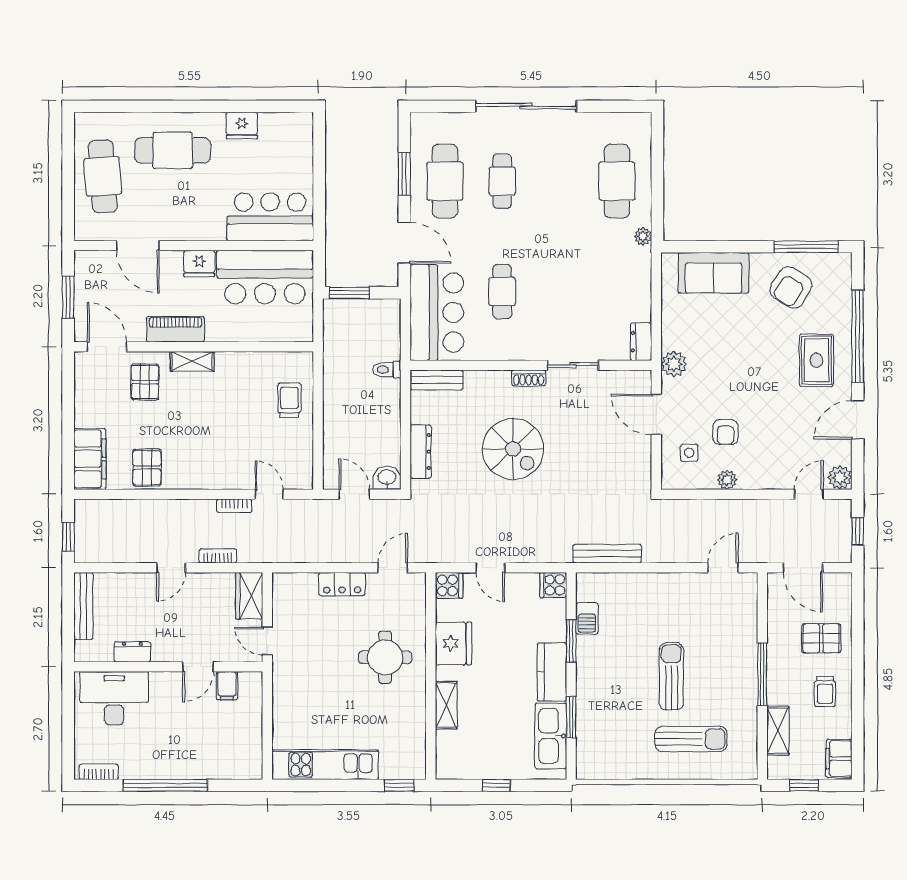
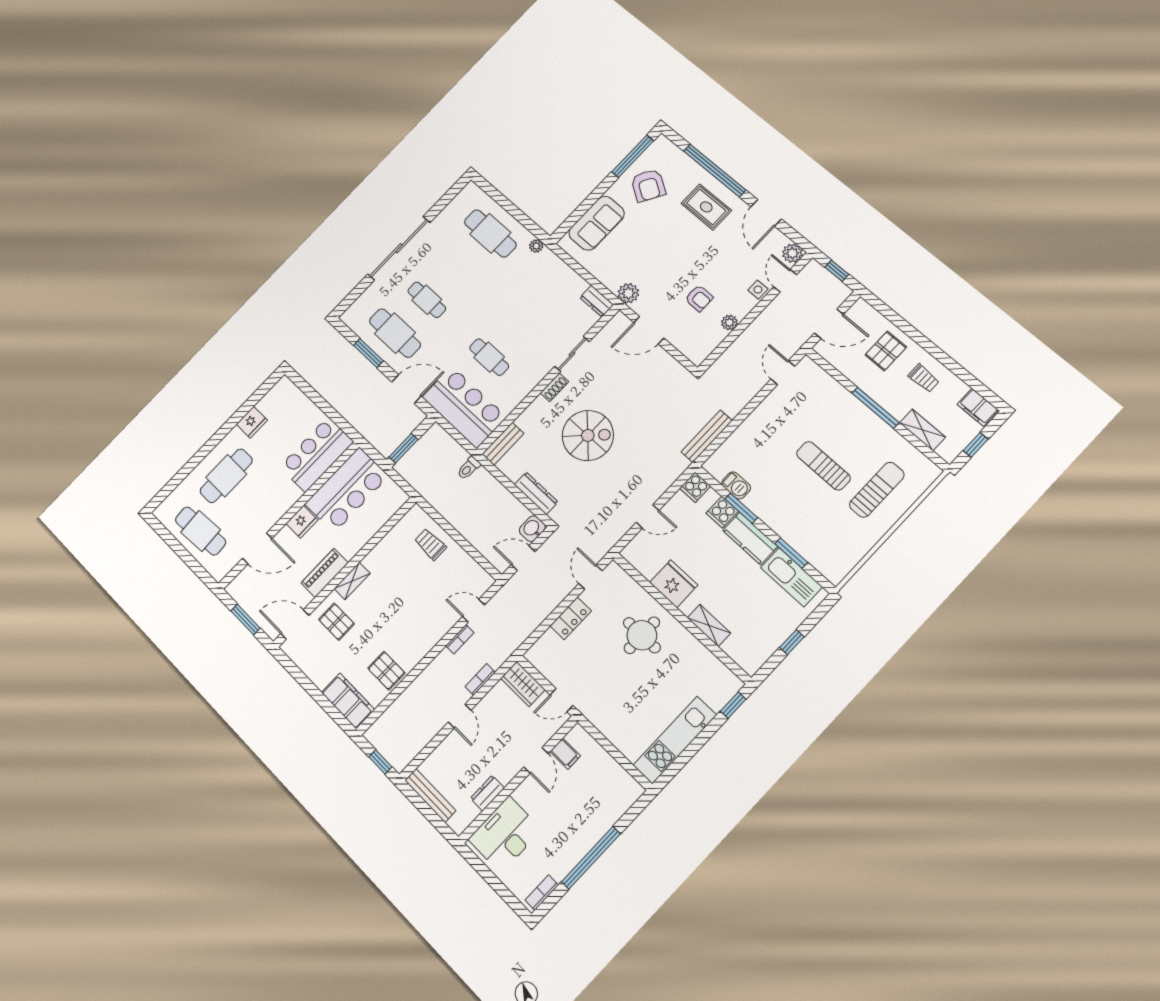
side table: (689, 453) -> (758, 290), moved
cooker: (449, 585) -> (722, 512), moved, turned 180

